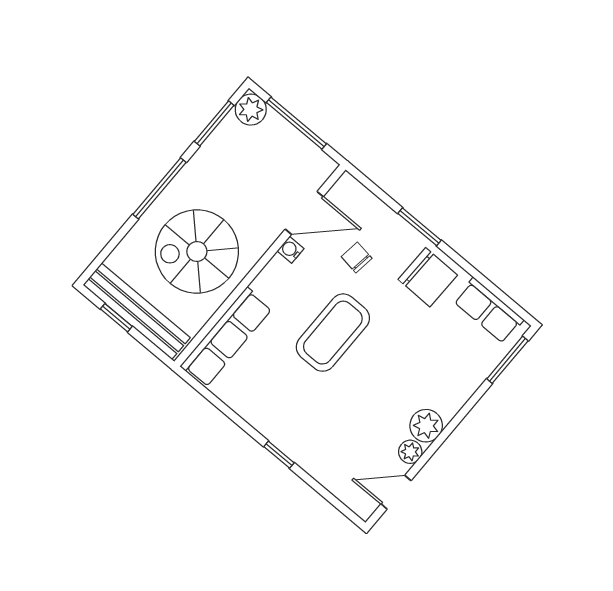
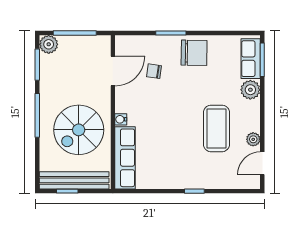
water cooler: (291, 250) -> (121, 119), moved
row of seats: (489, 310) -> (251, 59), moved, turned 90
coffee table: (333, 333) -> (216, 128), moved
plant: (426, 426) -> (250, 90), moved

